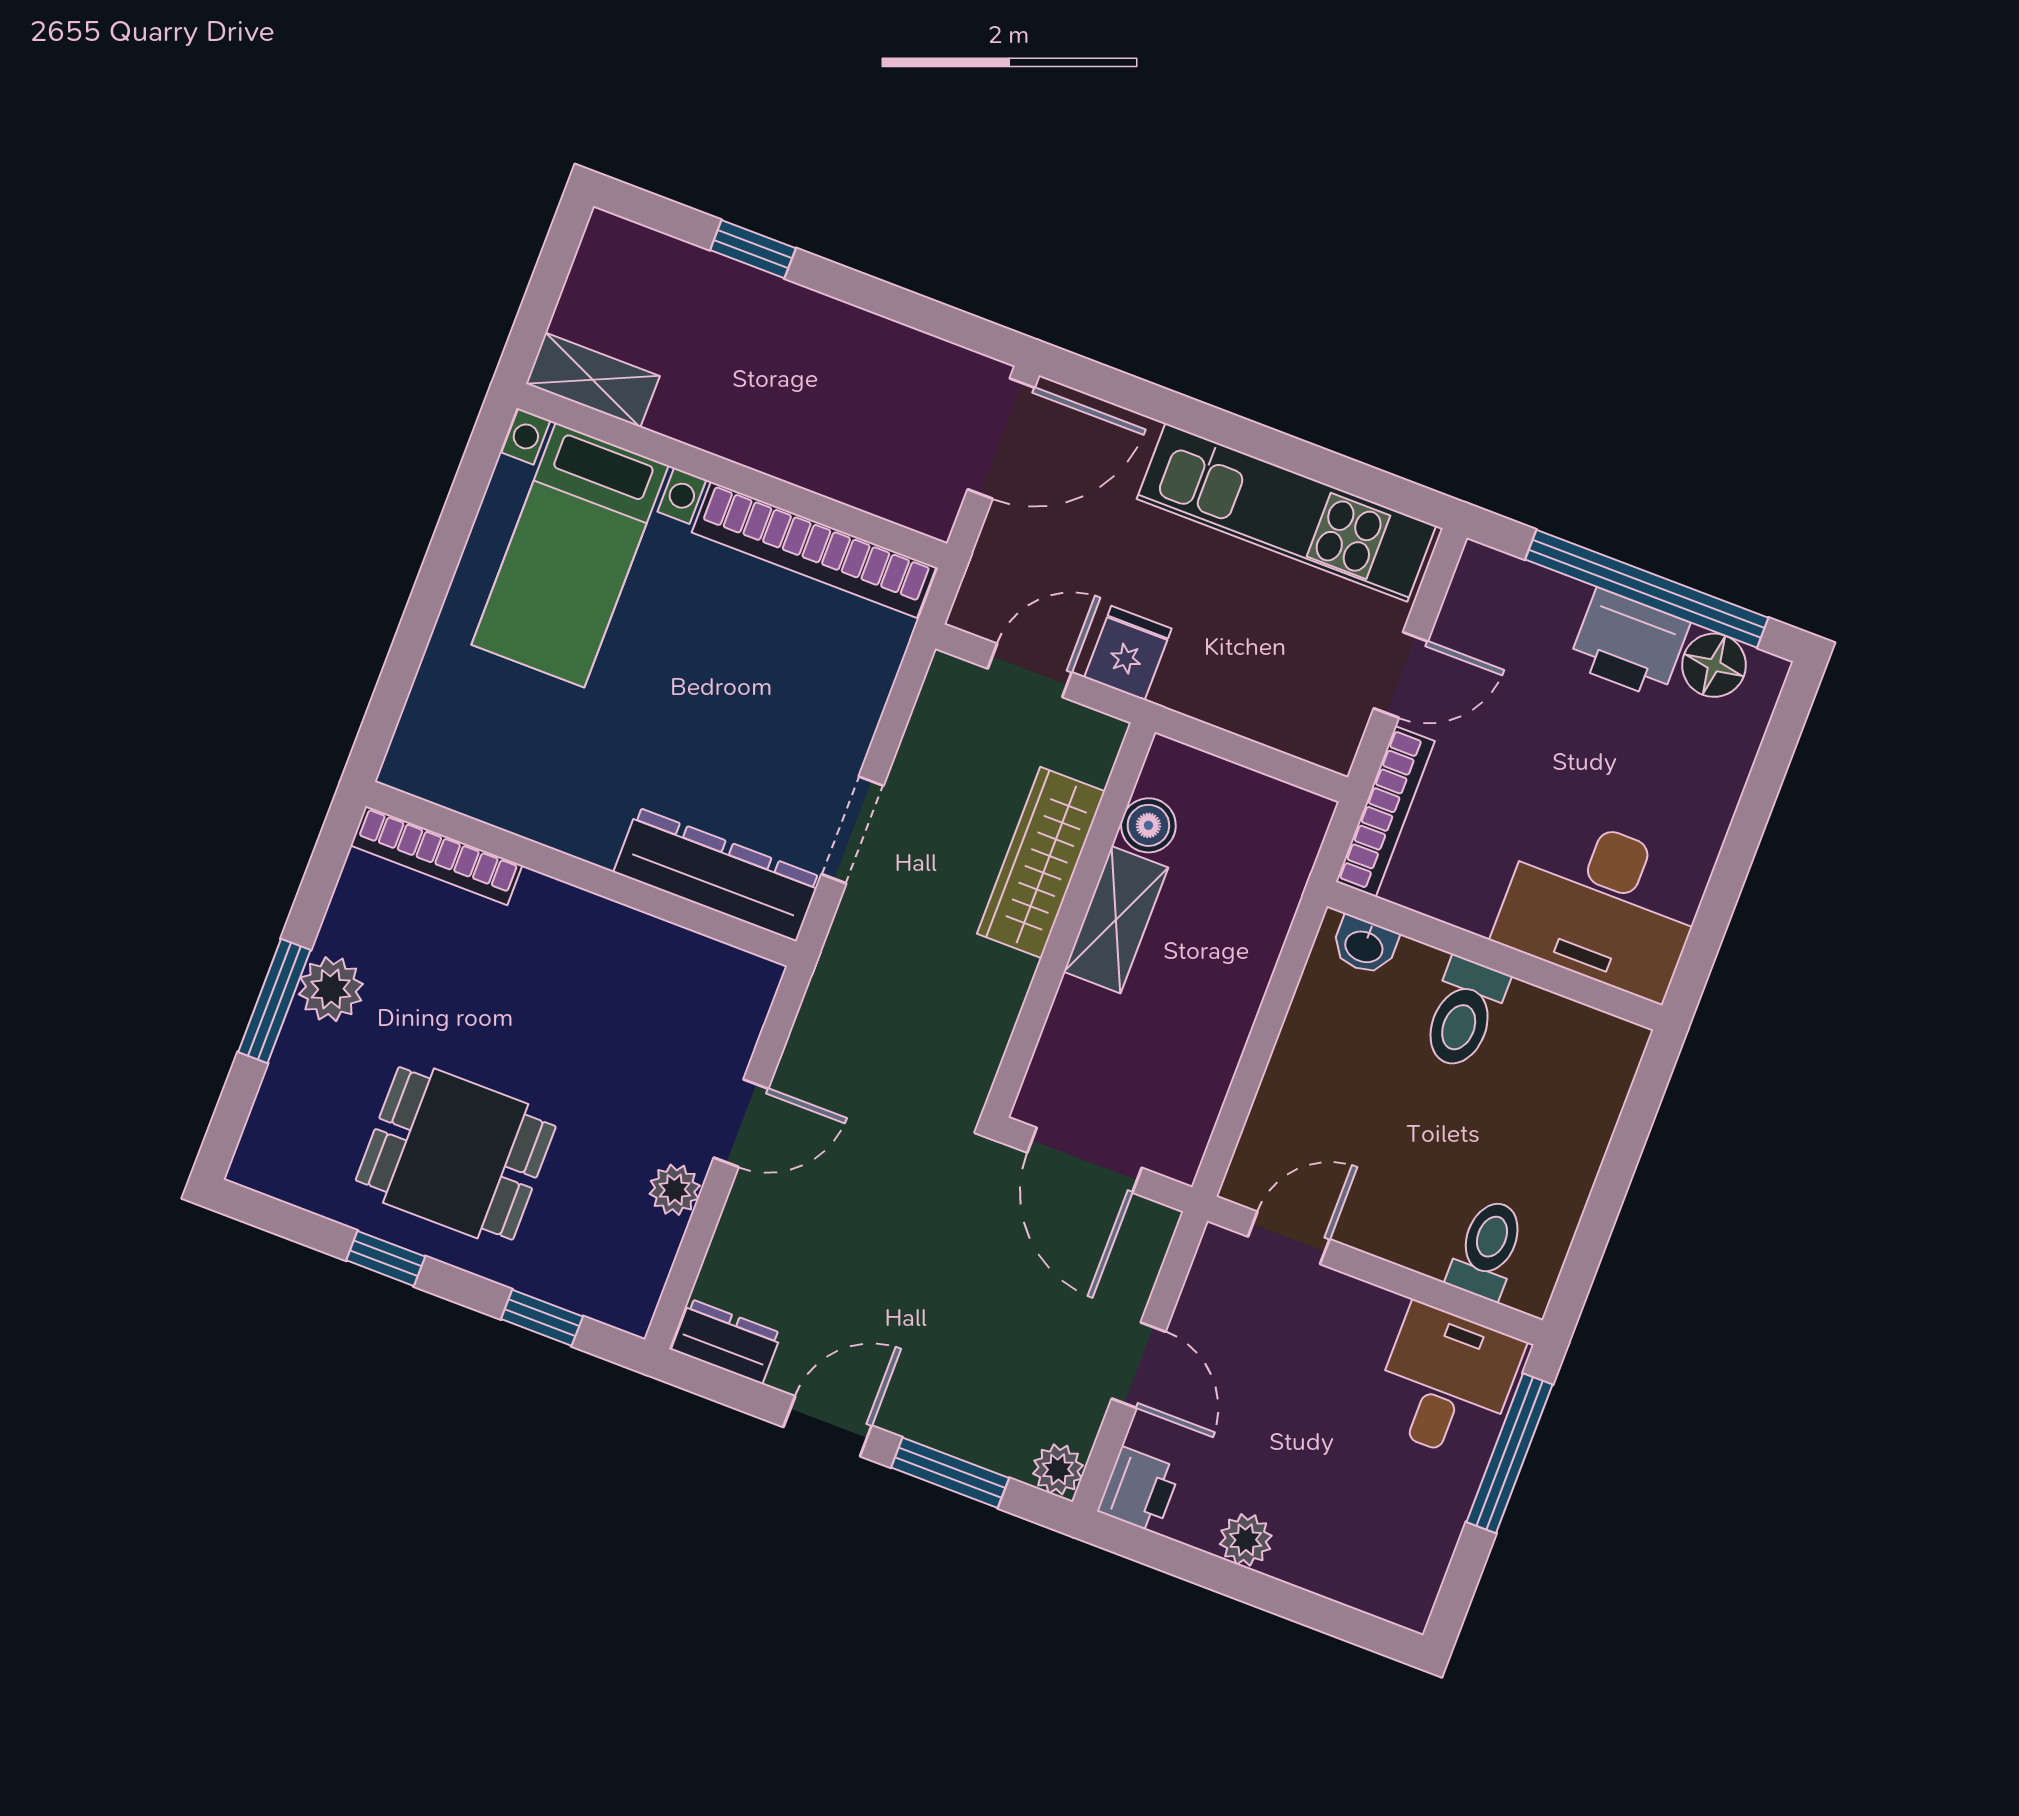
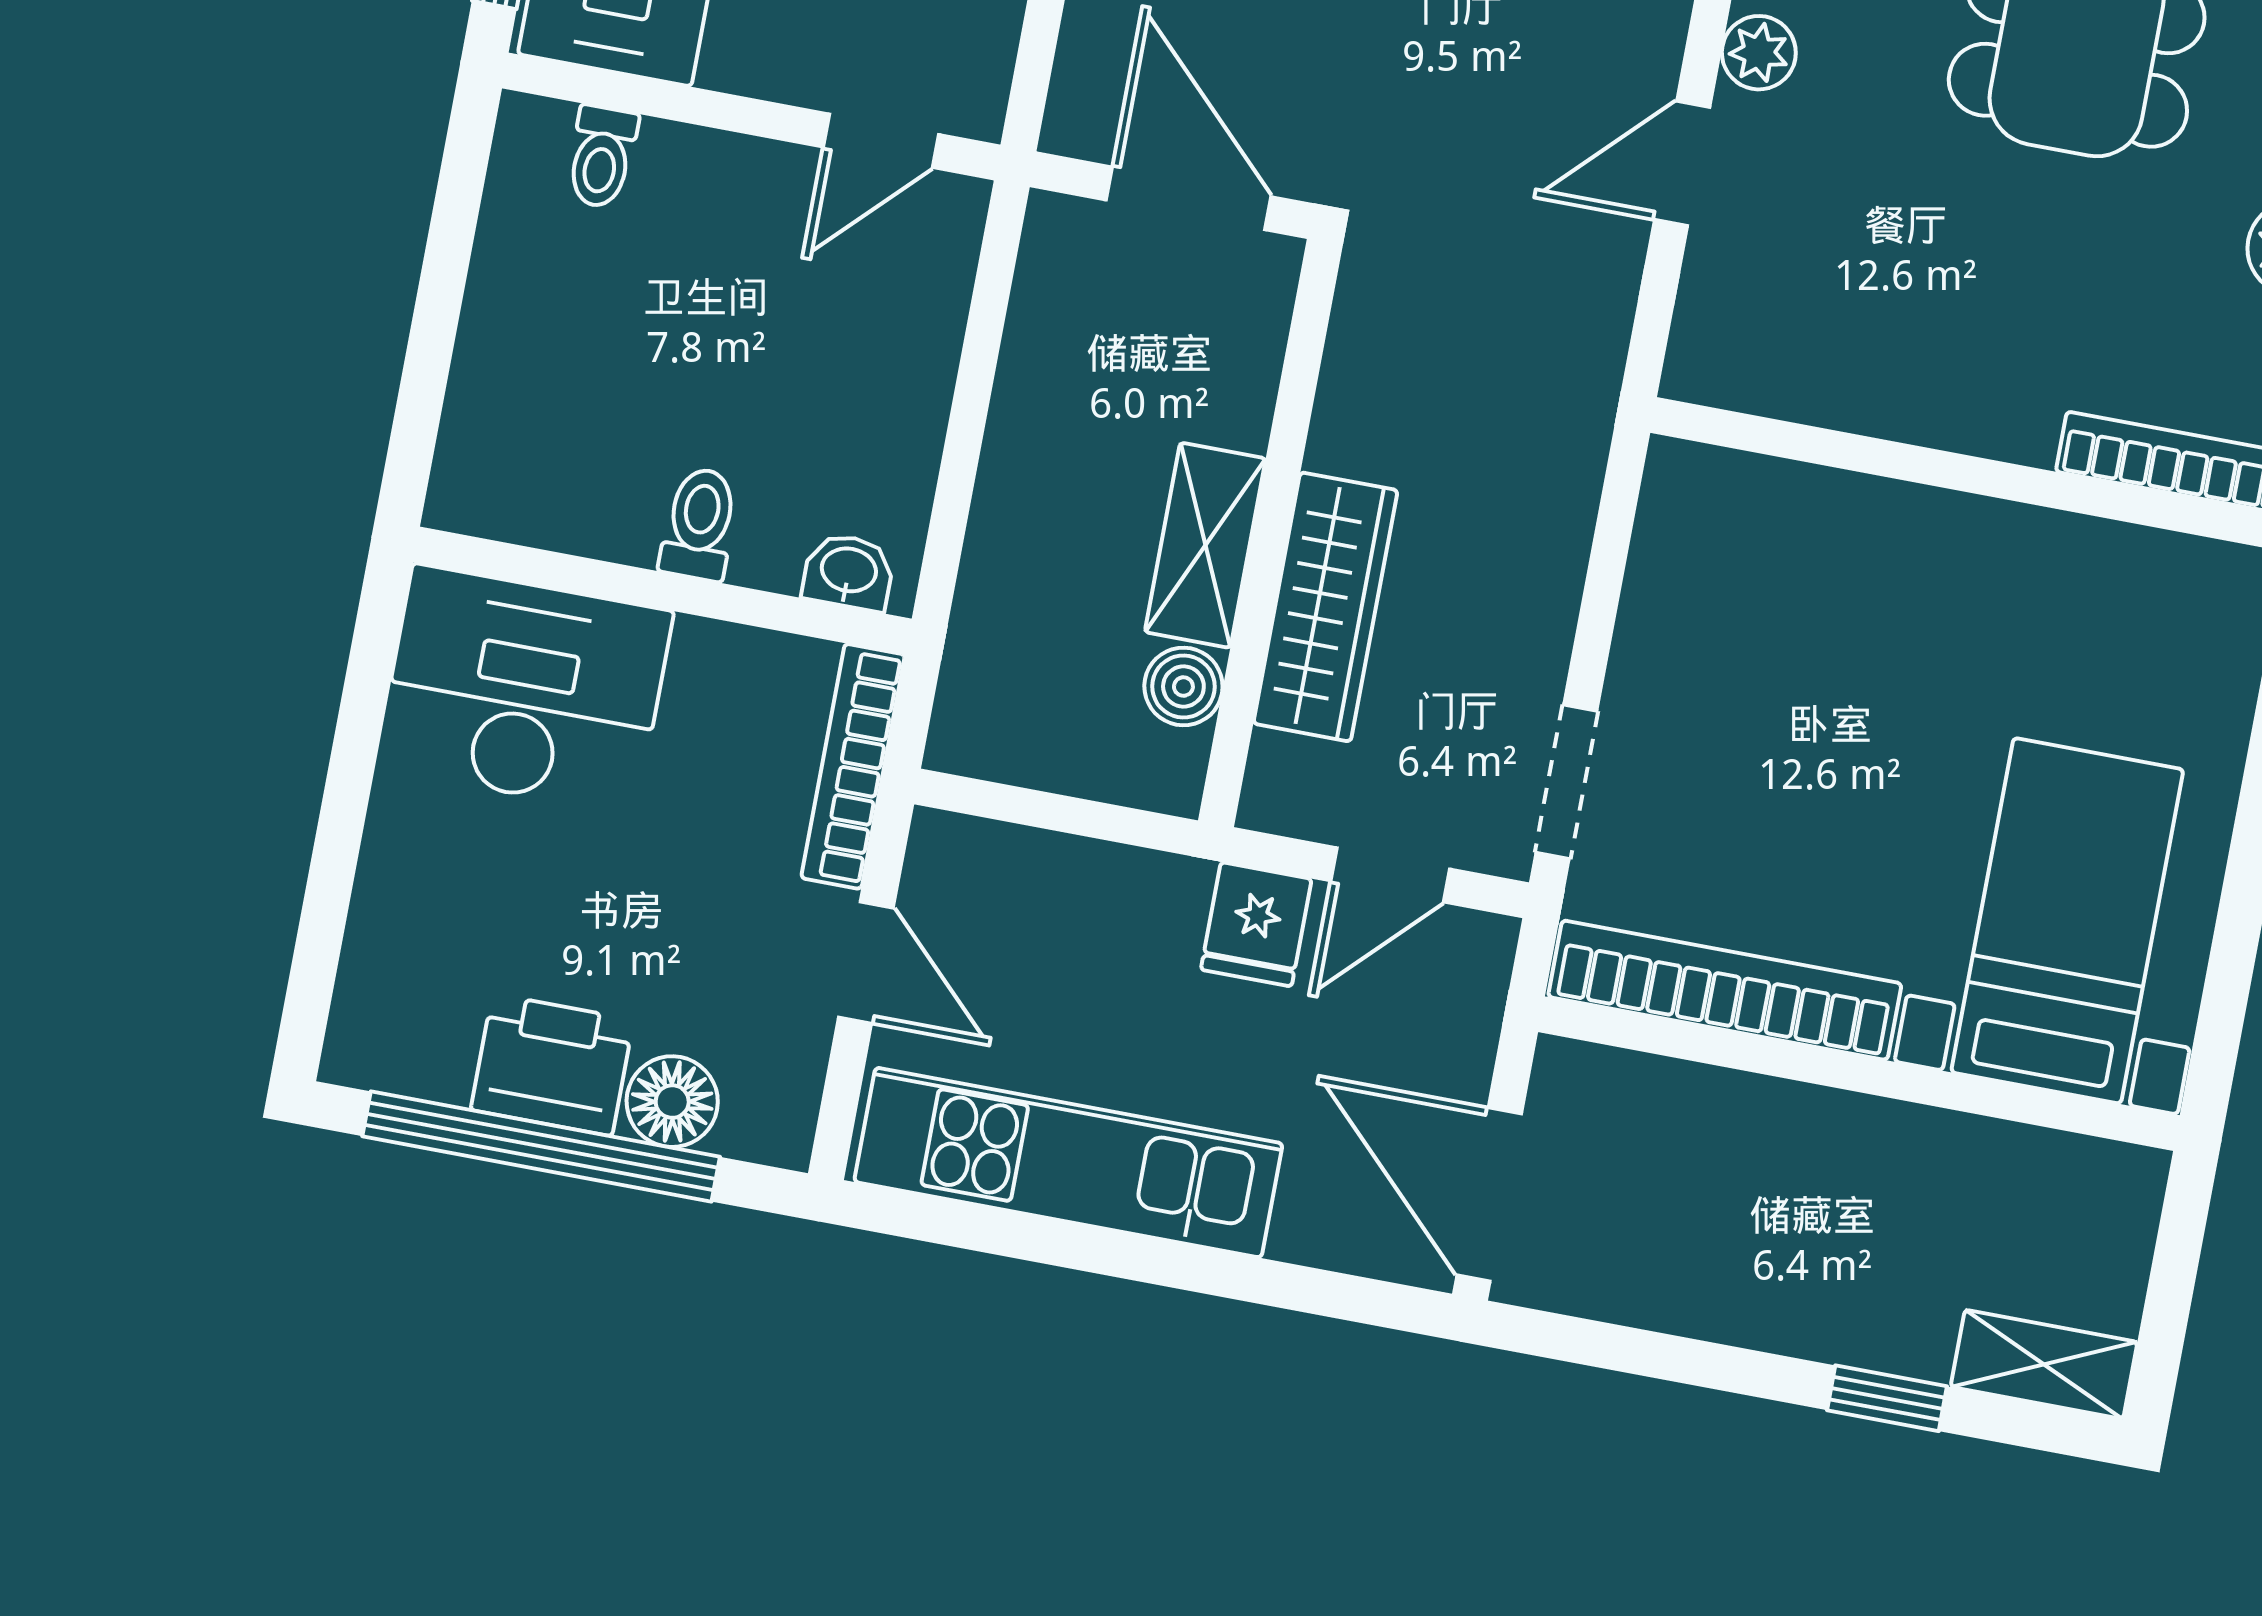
shelving: (593, 380) -> (2044, 1364), moved
door: (1001, 438) -> (1489, 1194), hinge flipped
floor lamp: (1714, 665) -> (672, 1102), moved
door: (1401, 675) -> (866, 963), swing flipped
doorway: (852, 830) -> (1566, 782), moved
dresser: (717, 874) -> (1779, 508), removed
toilet: (1464, 1014) -> (699, 524), width x0.73, depth x0.72
toilet: (1487, 1249) -> (602, 157), width x0.73, depth x0.72

